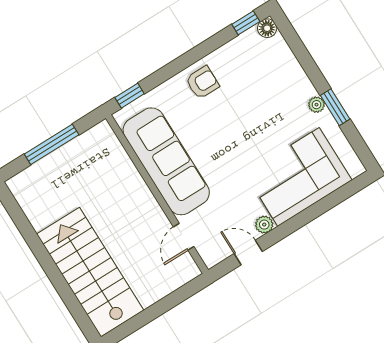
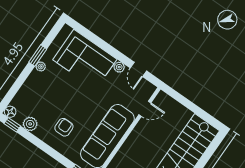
plant: (235, 51) -> (30, 124), added
armchair: (202, 83) -> (64, 127), moved, turned 90

